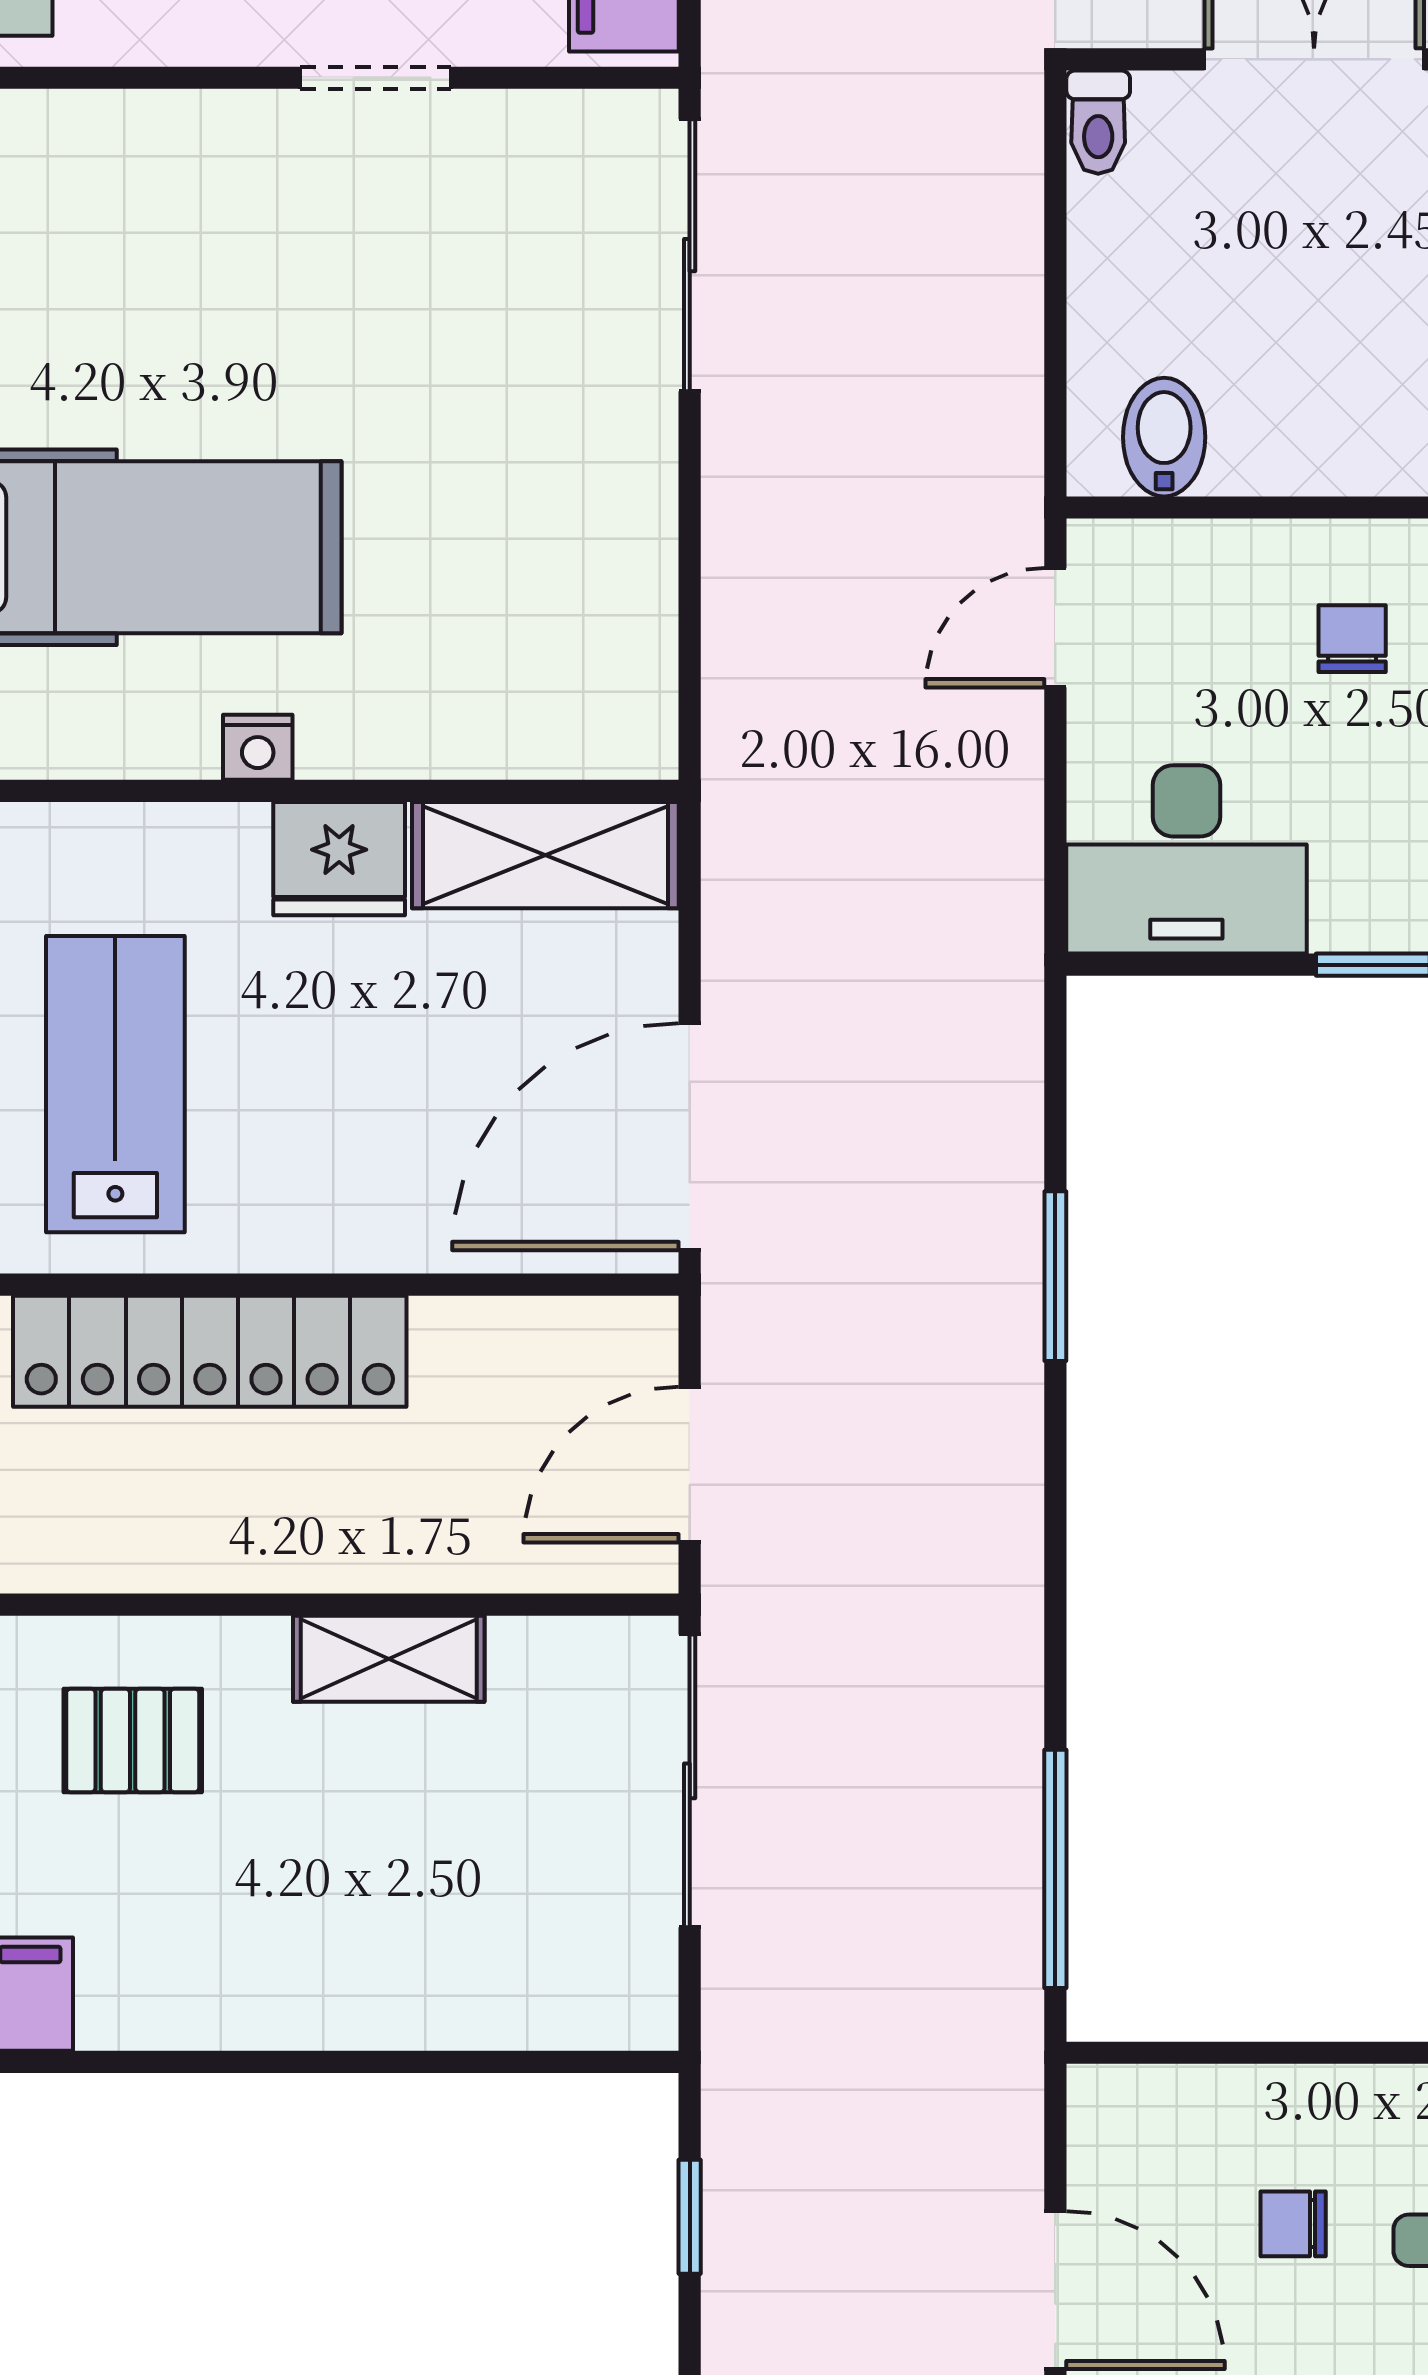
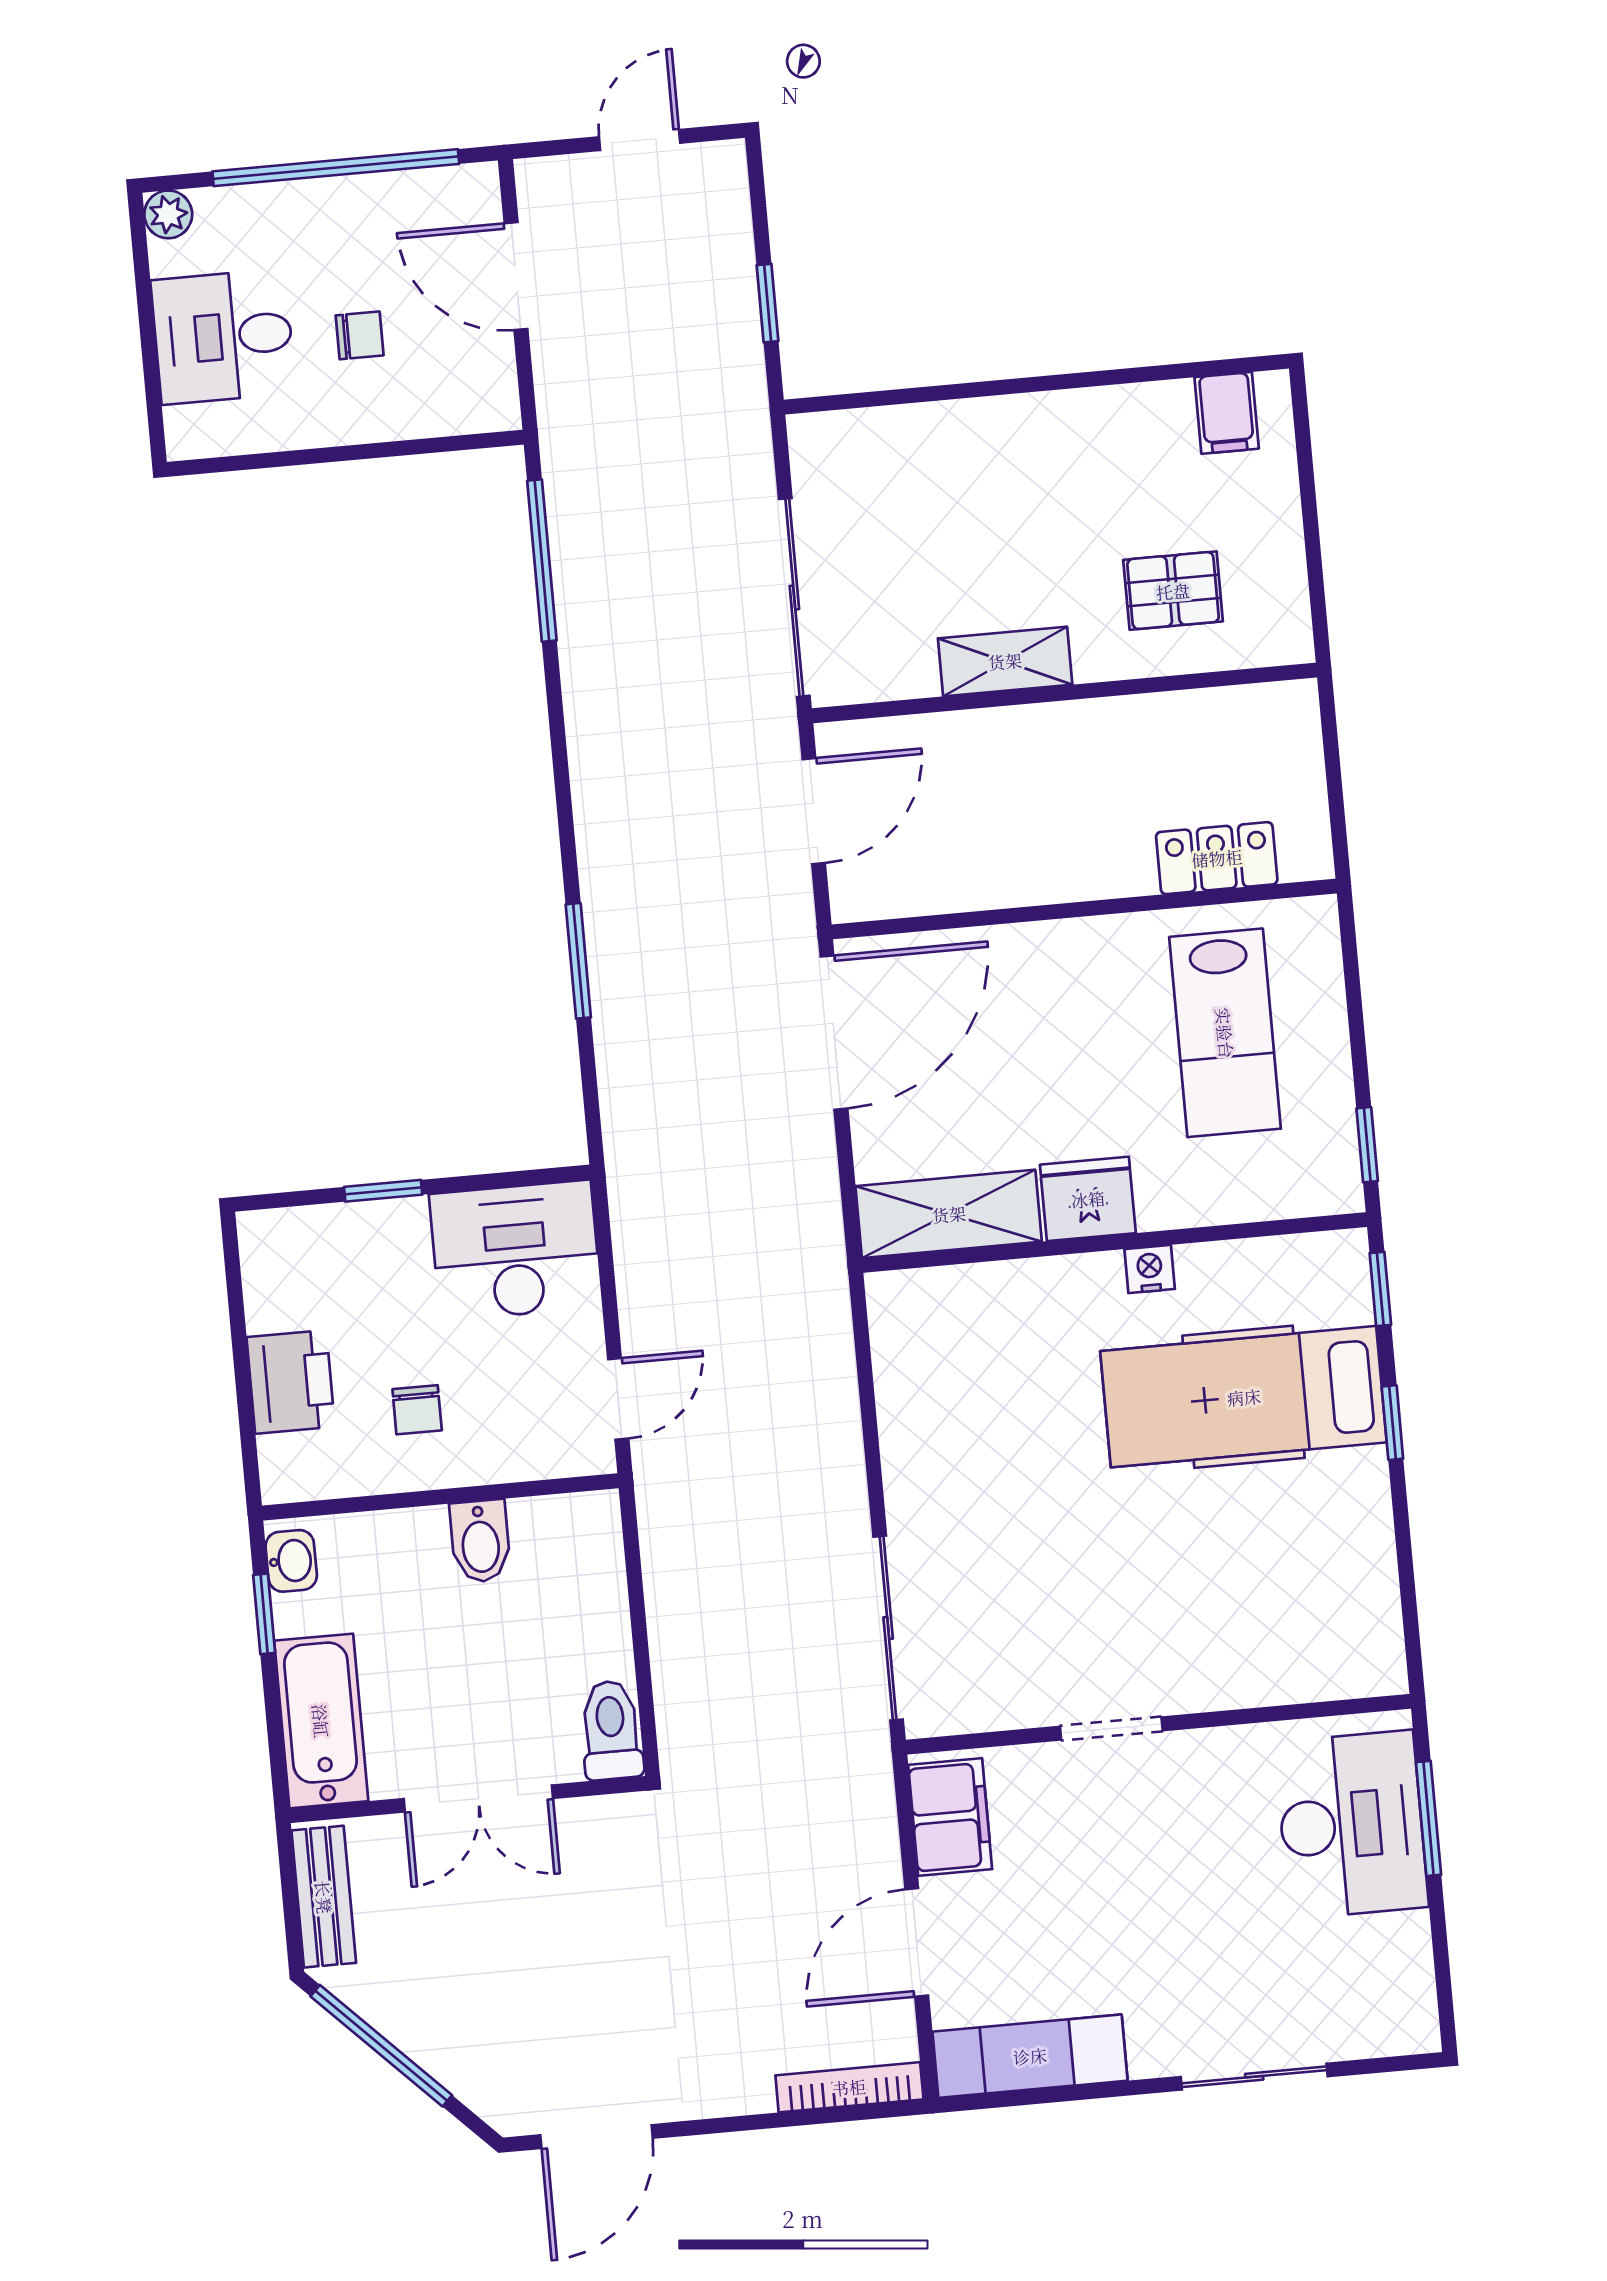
toilet: (1098, 122) -> (611, 1730), width x1.37, depth x1.39
bidet: (1164, 437) -> (480, 1541), moved
locker: (210, 1351) -> (1217, 858), width x0.46, depth x0.83

